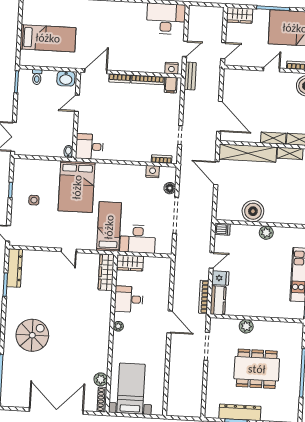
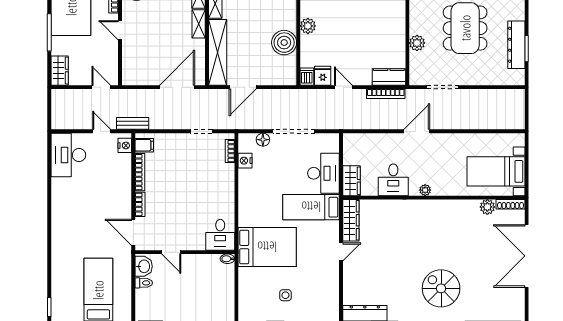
toilet: (37, 77) -> (144, 283), moved
wardrobe: (106, 272) -> (351, 220), moved, turned -90
fridge: (220, 278) -> (323, 76), moved

